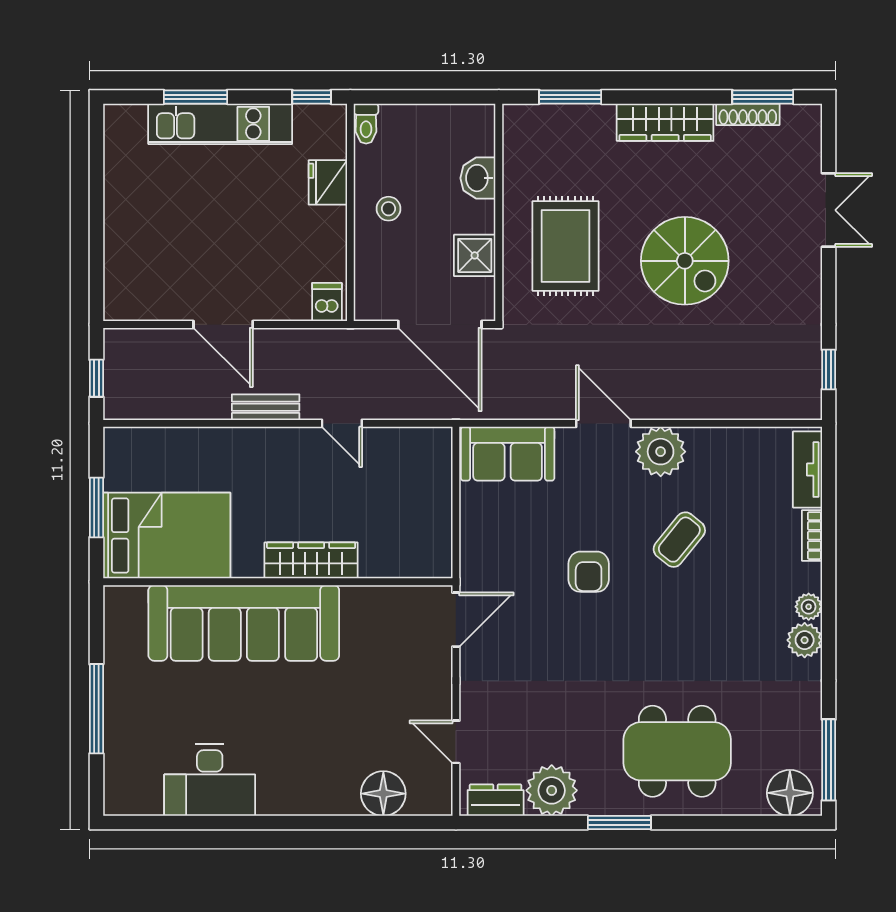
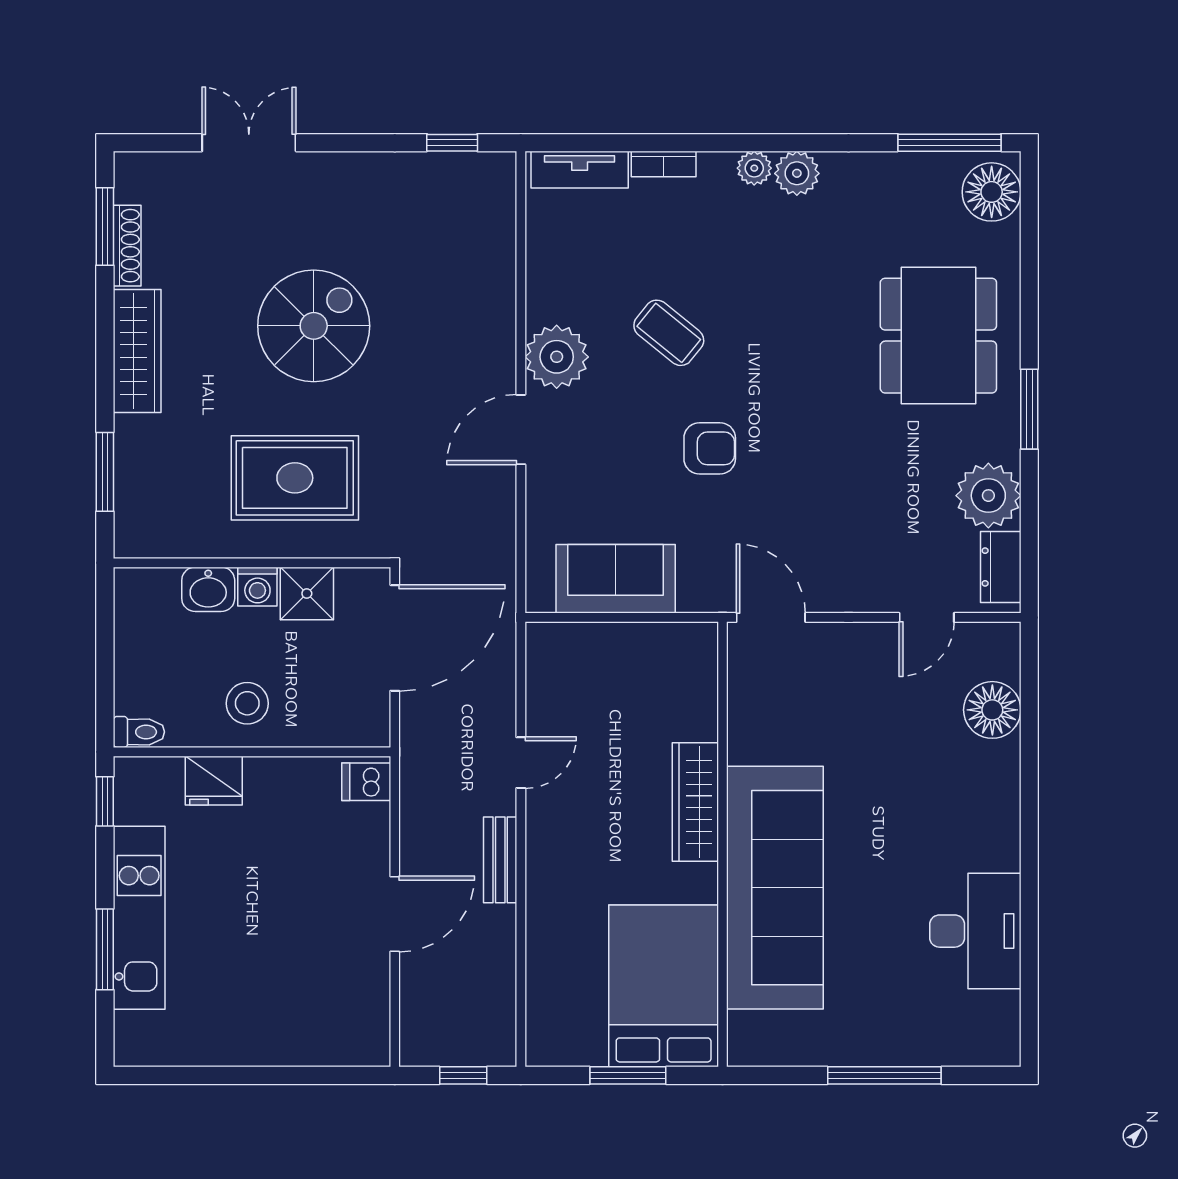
stool: (389, 209) -> (247, 703), width x1.37, depth x1.37
washing machine: (480, 217) -> (257, 587), added
sofa: (508, 454) -> (616, 579), moved, turned -90

